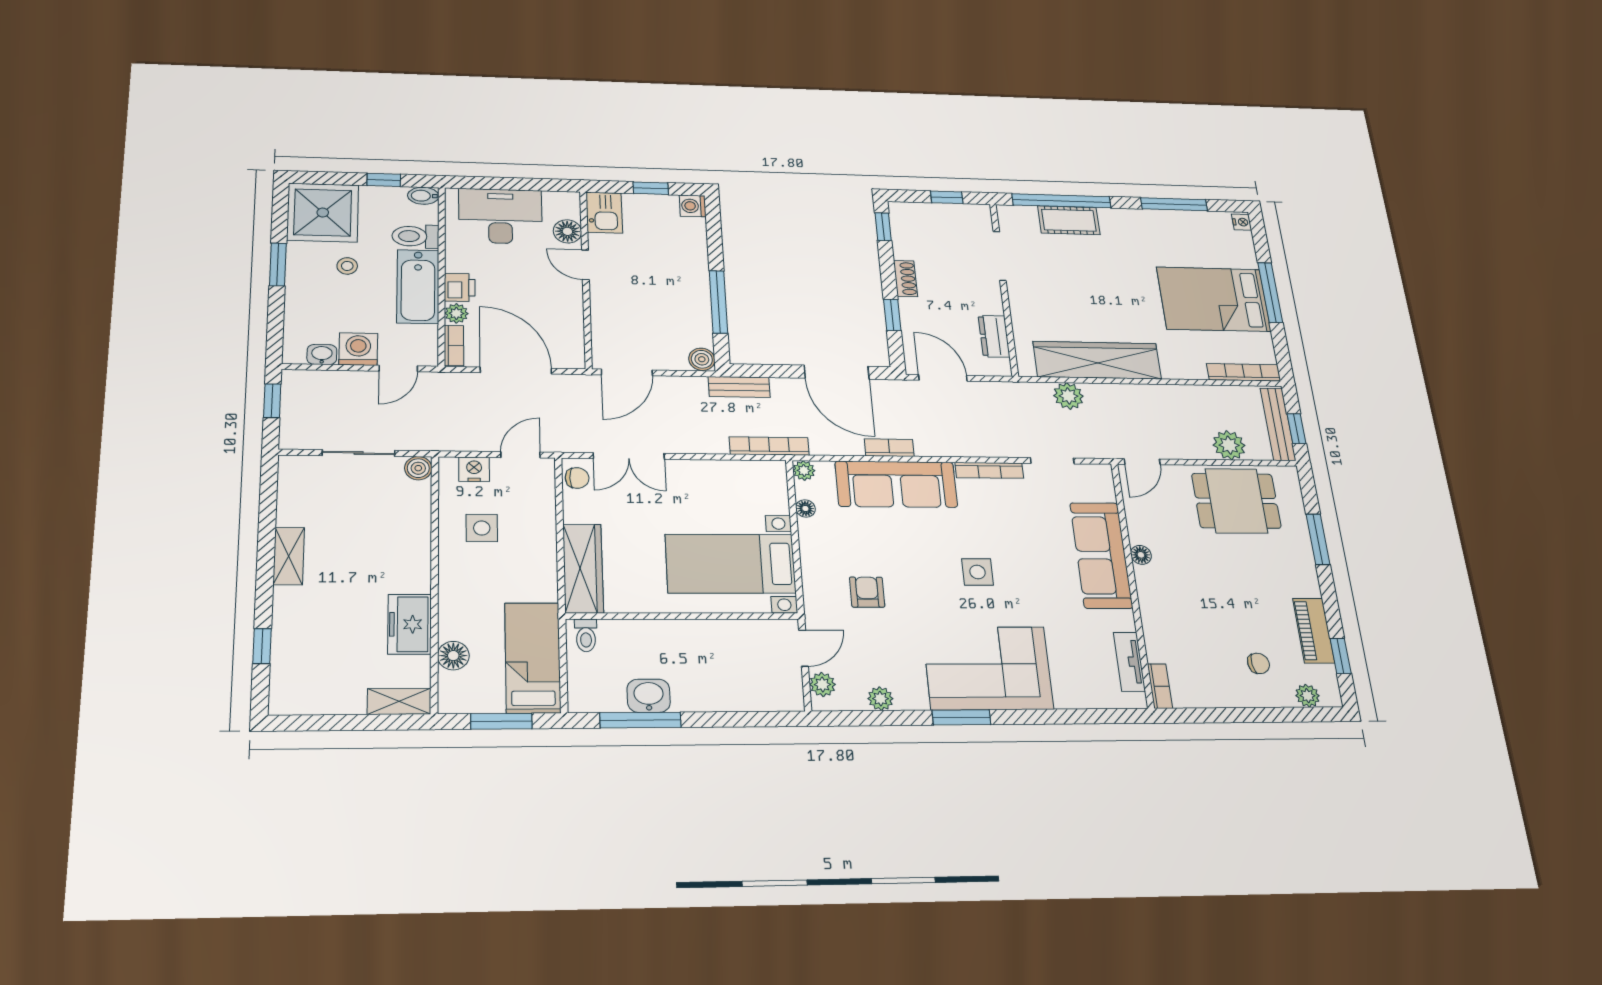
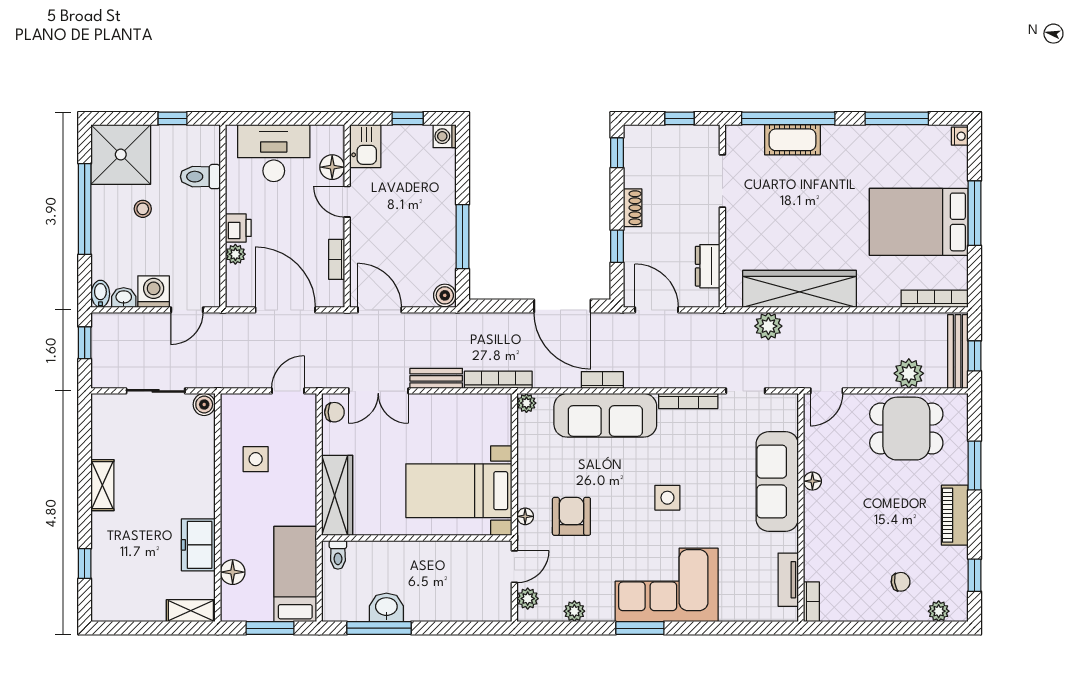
bidet: (423, 196) -> (100, 294), moved, turned 90
window: (278, 264) -> (85, 209), width x2.11
bathtub: (418, 286) -> (203, 228), removed
bookcase: (454, 346) -> (337, 259), moved, turned 180
door: (627, 372) -> (380, 310), swing flipped
bench: (739, 387) -> (436, 378), moved
nightstand: (474, 469) -> (250, 405), removed
floor lamp: (805, 508) -> (525, 516), moved
armchair: (867, 592) -> (571, 516), width x1.38, depth x1.38
piano: (1314, 631) -> (955, 515), moved

